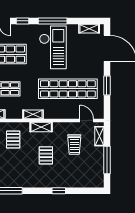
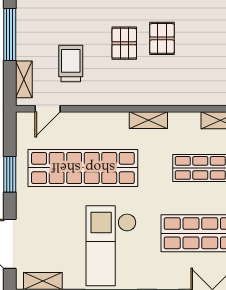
door: (87, 120) -> (48, 109), hinge flipped
shelving: (41, 127) -> (133, 96), removed
pallet: (13, 139) -> (162, 38), moved

